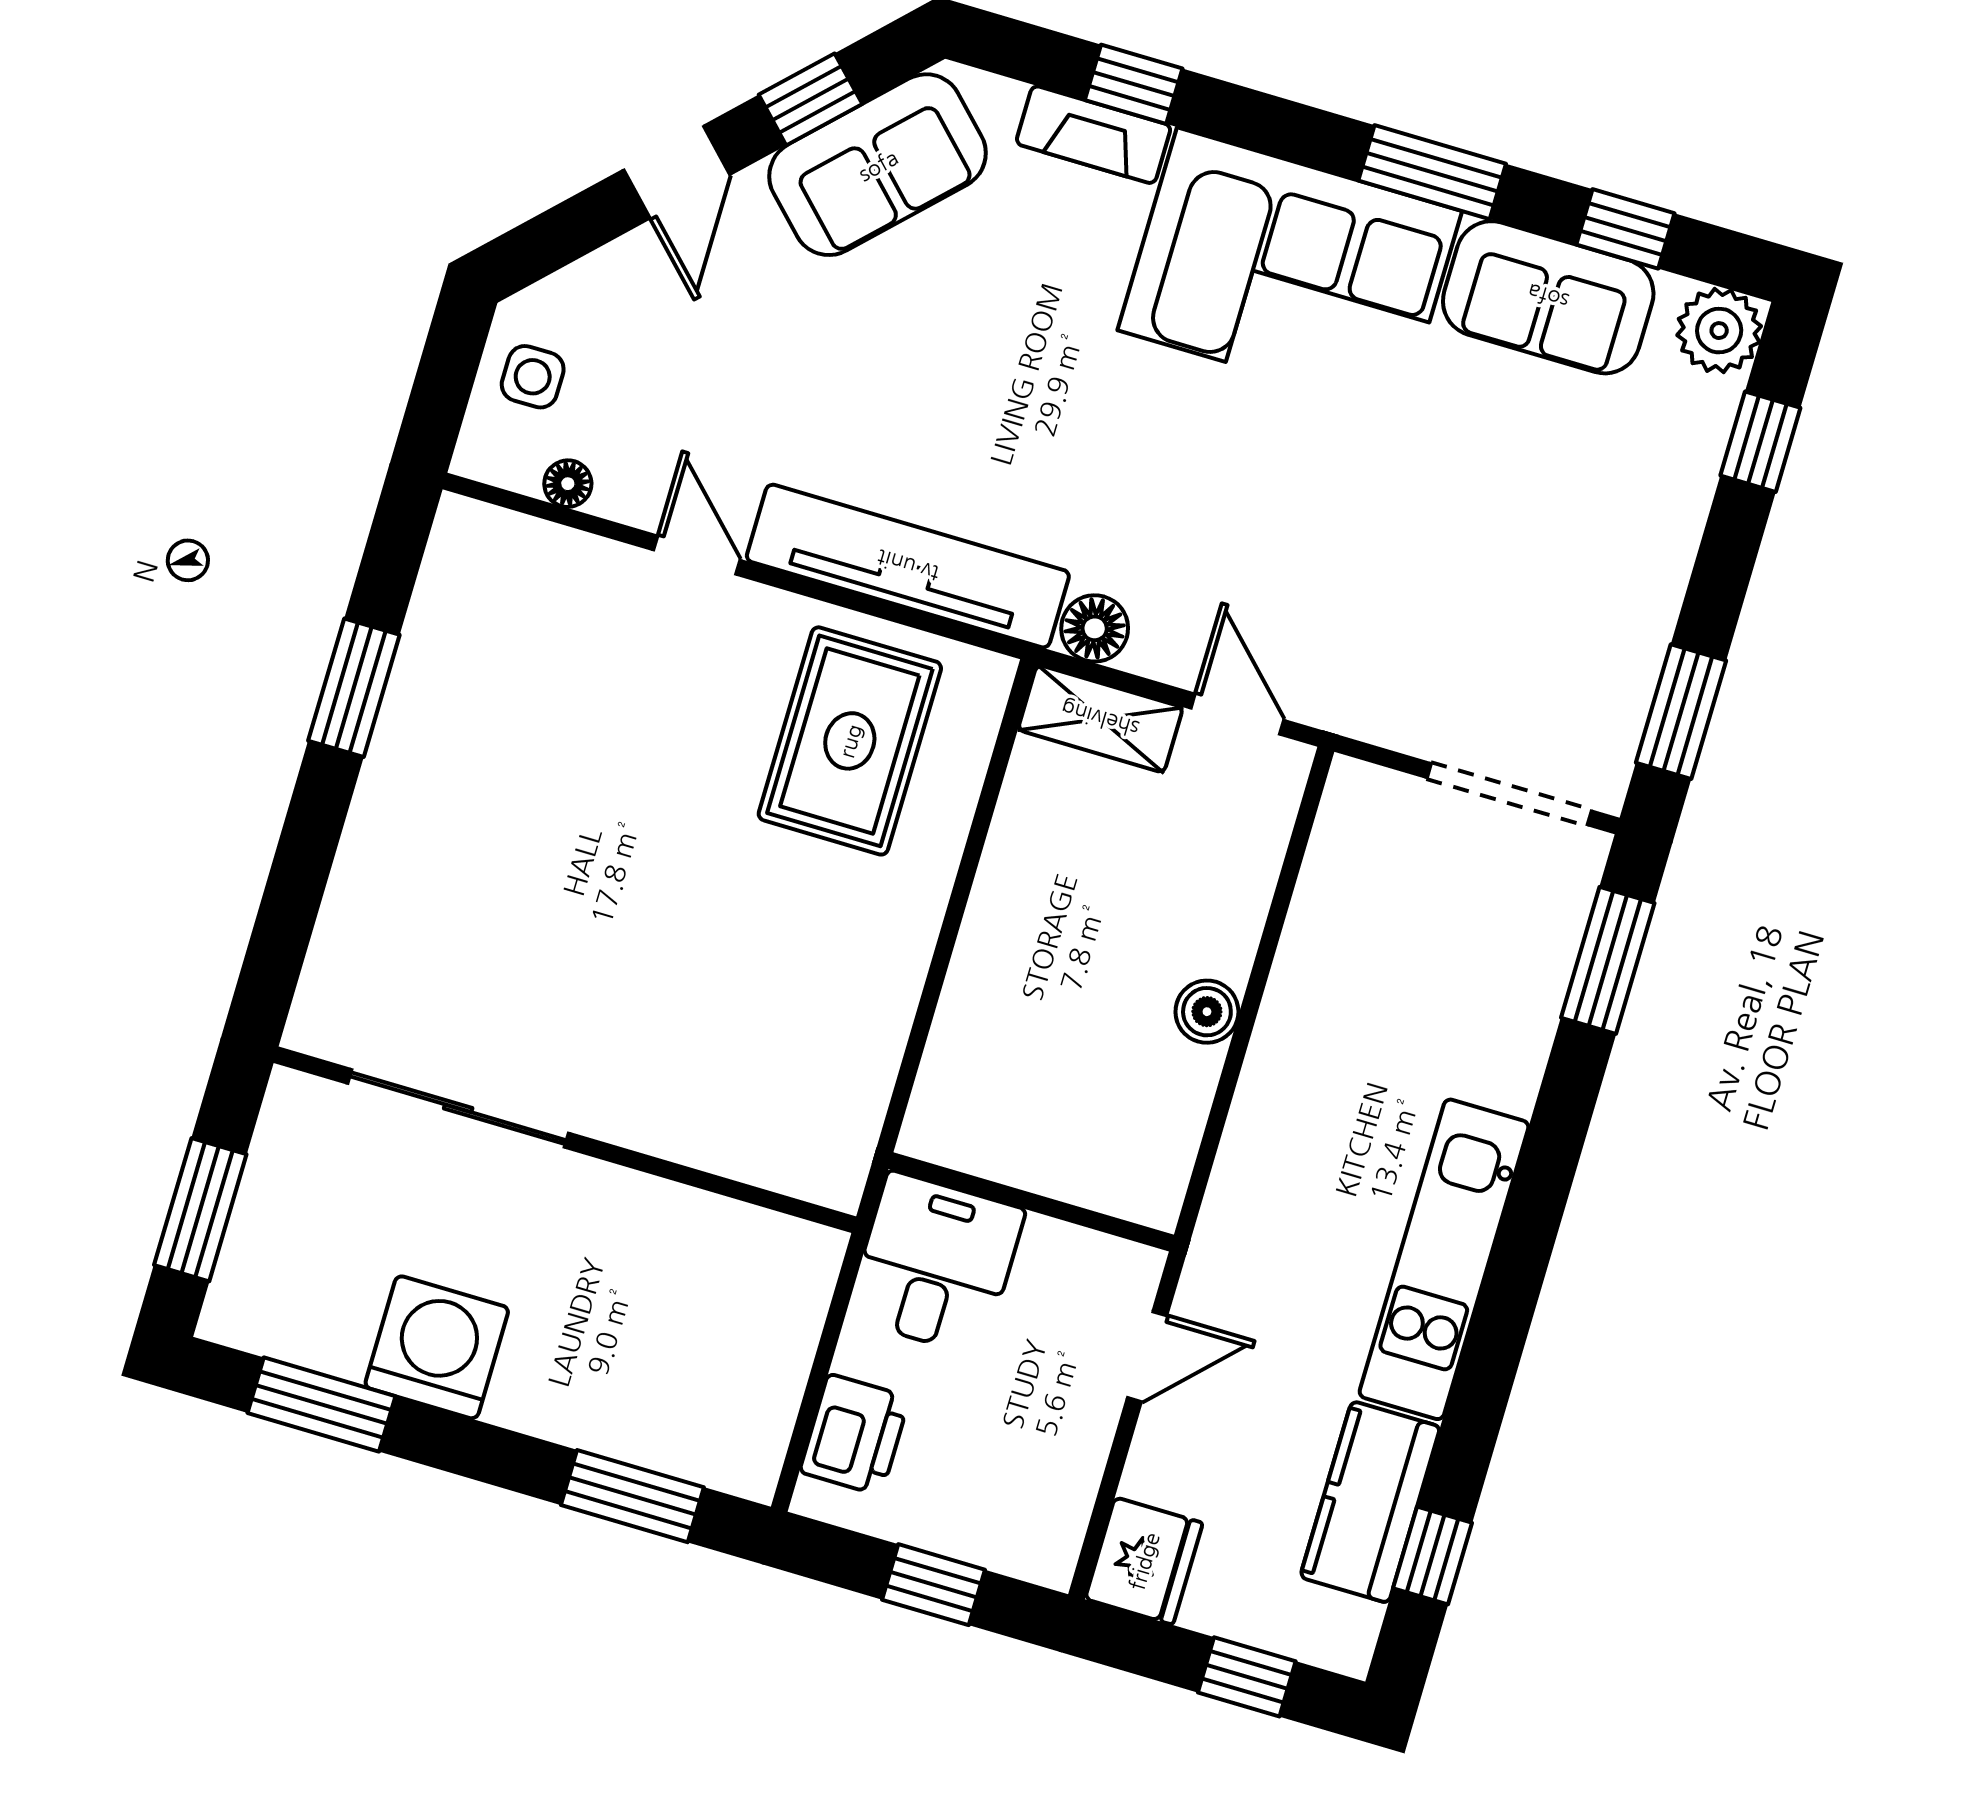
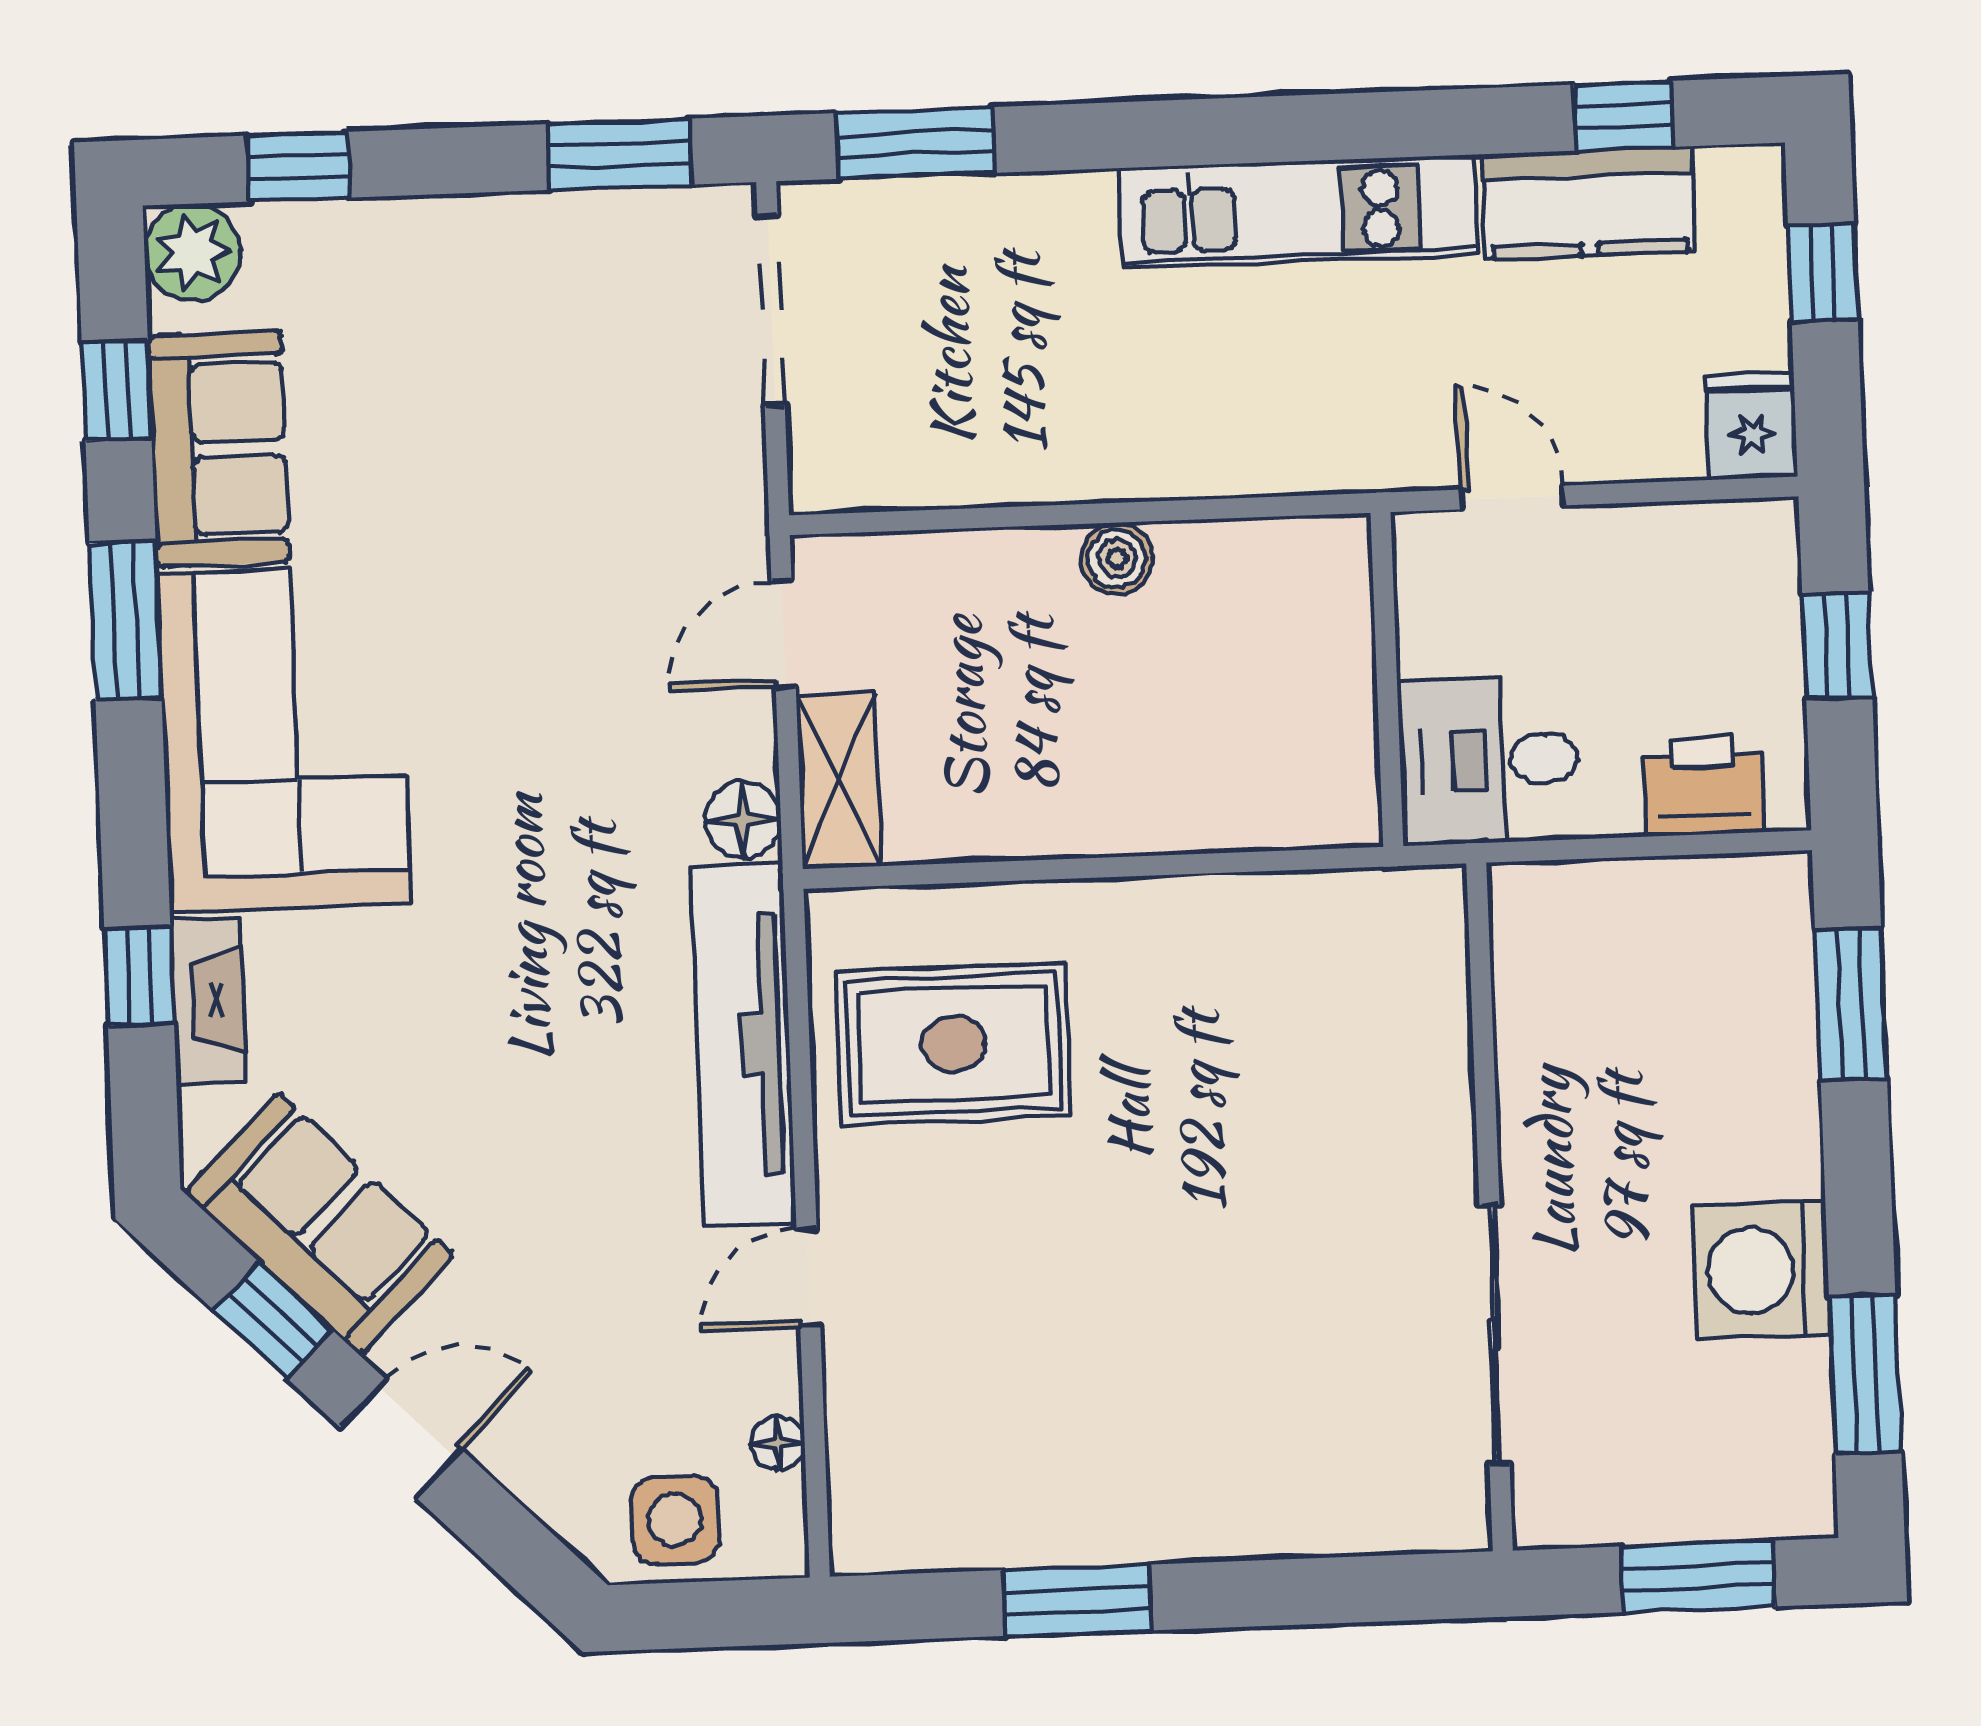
side table: (533, 377) -> (675, 1520), width x1.37, depth x1.37
fridge: (1144, 1561) -> (1752, 426), width x0.72

